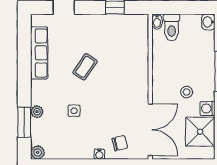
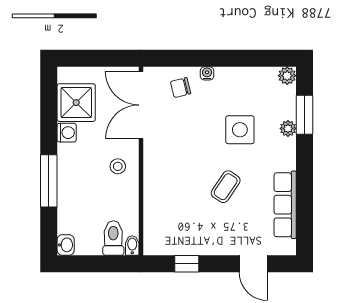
stool: (187, 92) -> (118, 166), moved
side table: (74, 111) -> (240, 130), width x1.87, depth x1.87

